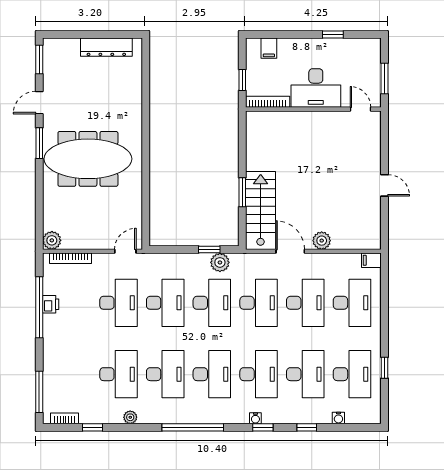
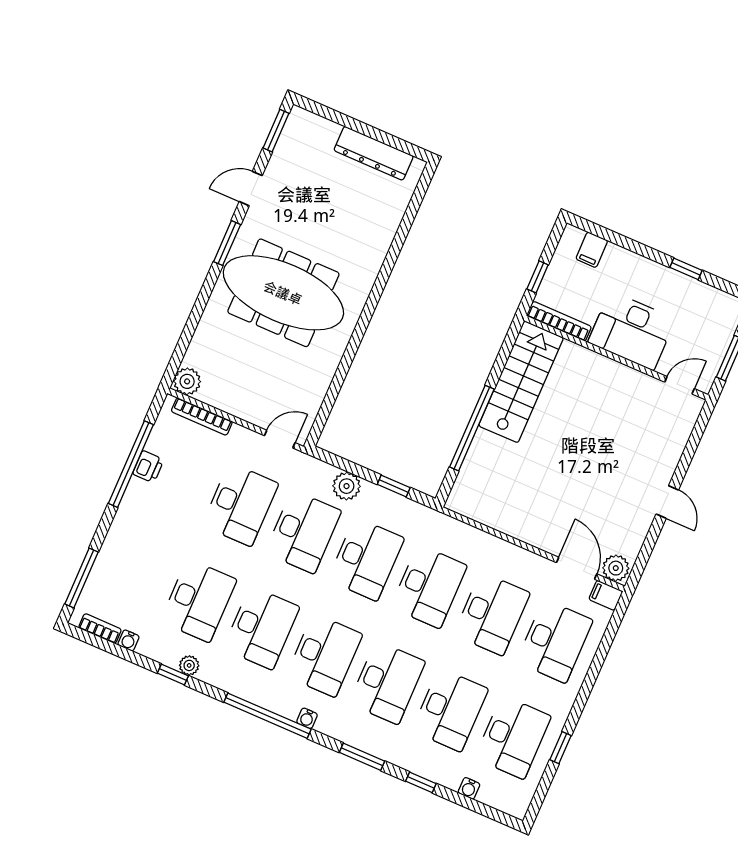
door: (360, 109) -> (679, 385), hinge flipped
window: (242, 192) -> (472, 428), width x2.11
stairs: (261, 210) -> (521, 382), moved
plant: (322, 241) -> (616, 568), moved
door: (290, 251) -> (577, 568), moved
plant: (220, 262) -> (347, 486), moved
water cooler: (86, 418) -> (128, 640), added
water cooler: (255, 418) -> (307, 718), moved
window: (93, 427) -> (173, 675), moved
window: (263, 427) -> (362, 757), width x1.50

